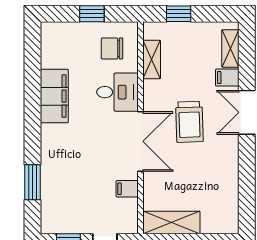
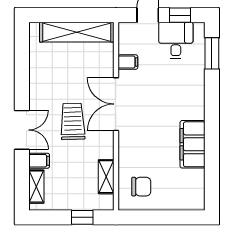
window: (92, 14) -> (159, 217), removed
desk: (118, 92) -> (176, 40), moved, turned 90
window: (32, 182) -> (212, 53), moved
shelving: (171, 223) -> (77, 32), width x1.47

